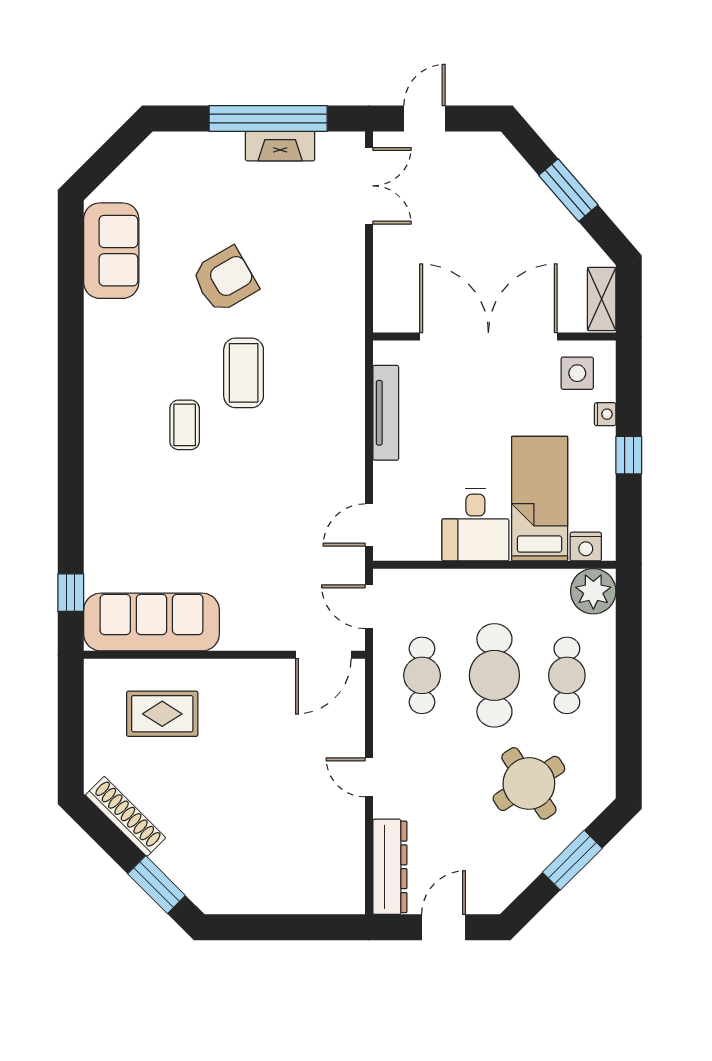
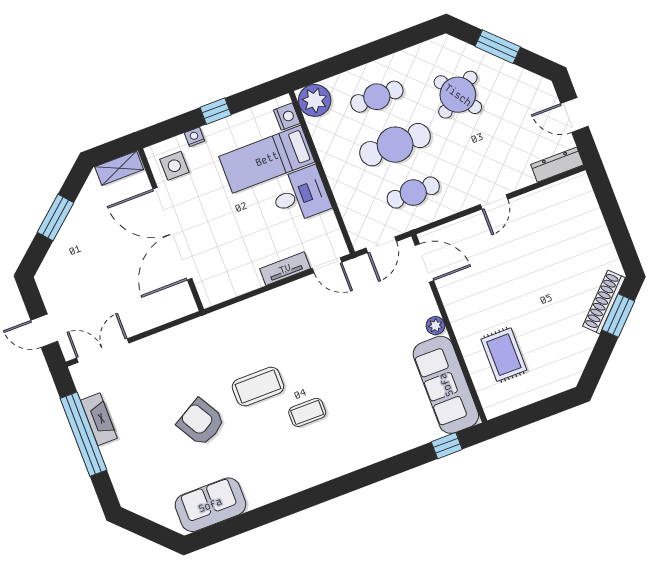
tv unit: (386, 413) -> (285, 269), moved, width x0.71
plant: (235, 638) -> (435, 326), added
shoe rack: (126, 816) -> (604, 302), moved
dresser: (390, 867) -> (557, 165), width x0.73, depth x0.80

